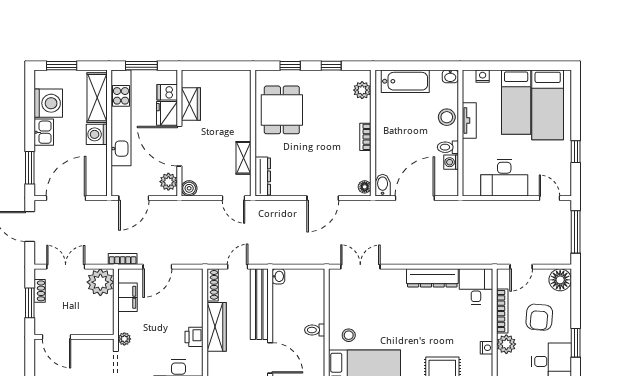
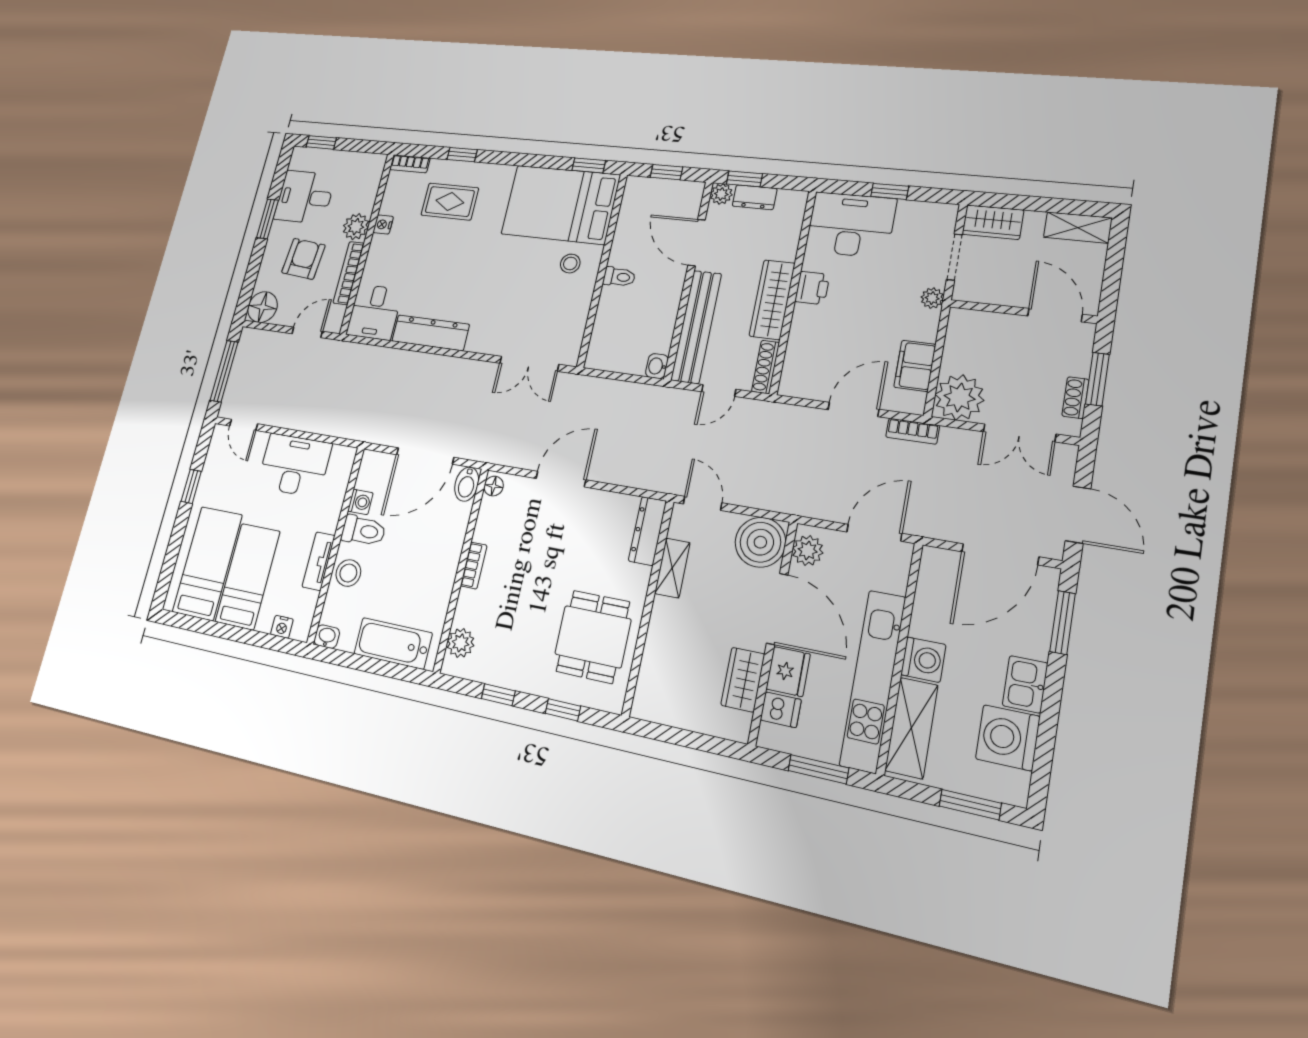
toilet: (448, 147) -> (363, 531), width x1.37, depth x1.39
boiler: (189, 188) -> (760, 542), width x1.86, depth x1.86

